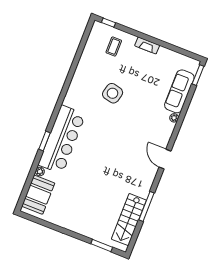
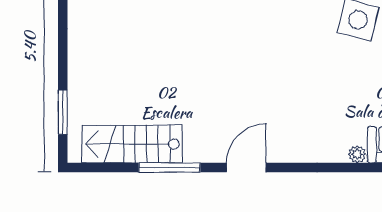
door: (165, 159) -> (246, 168), moved

